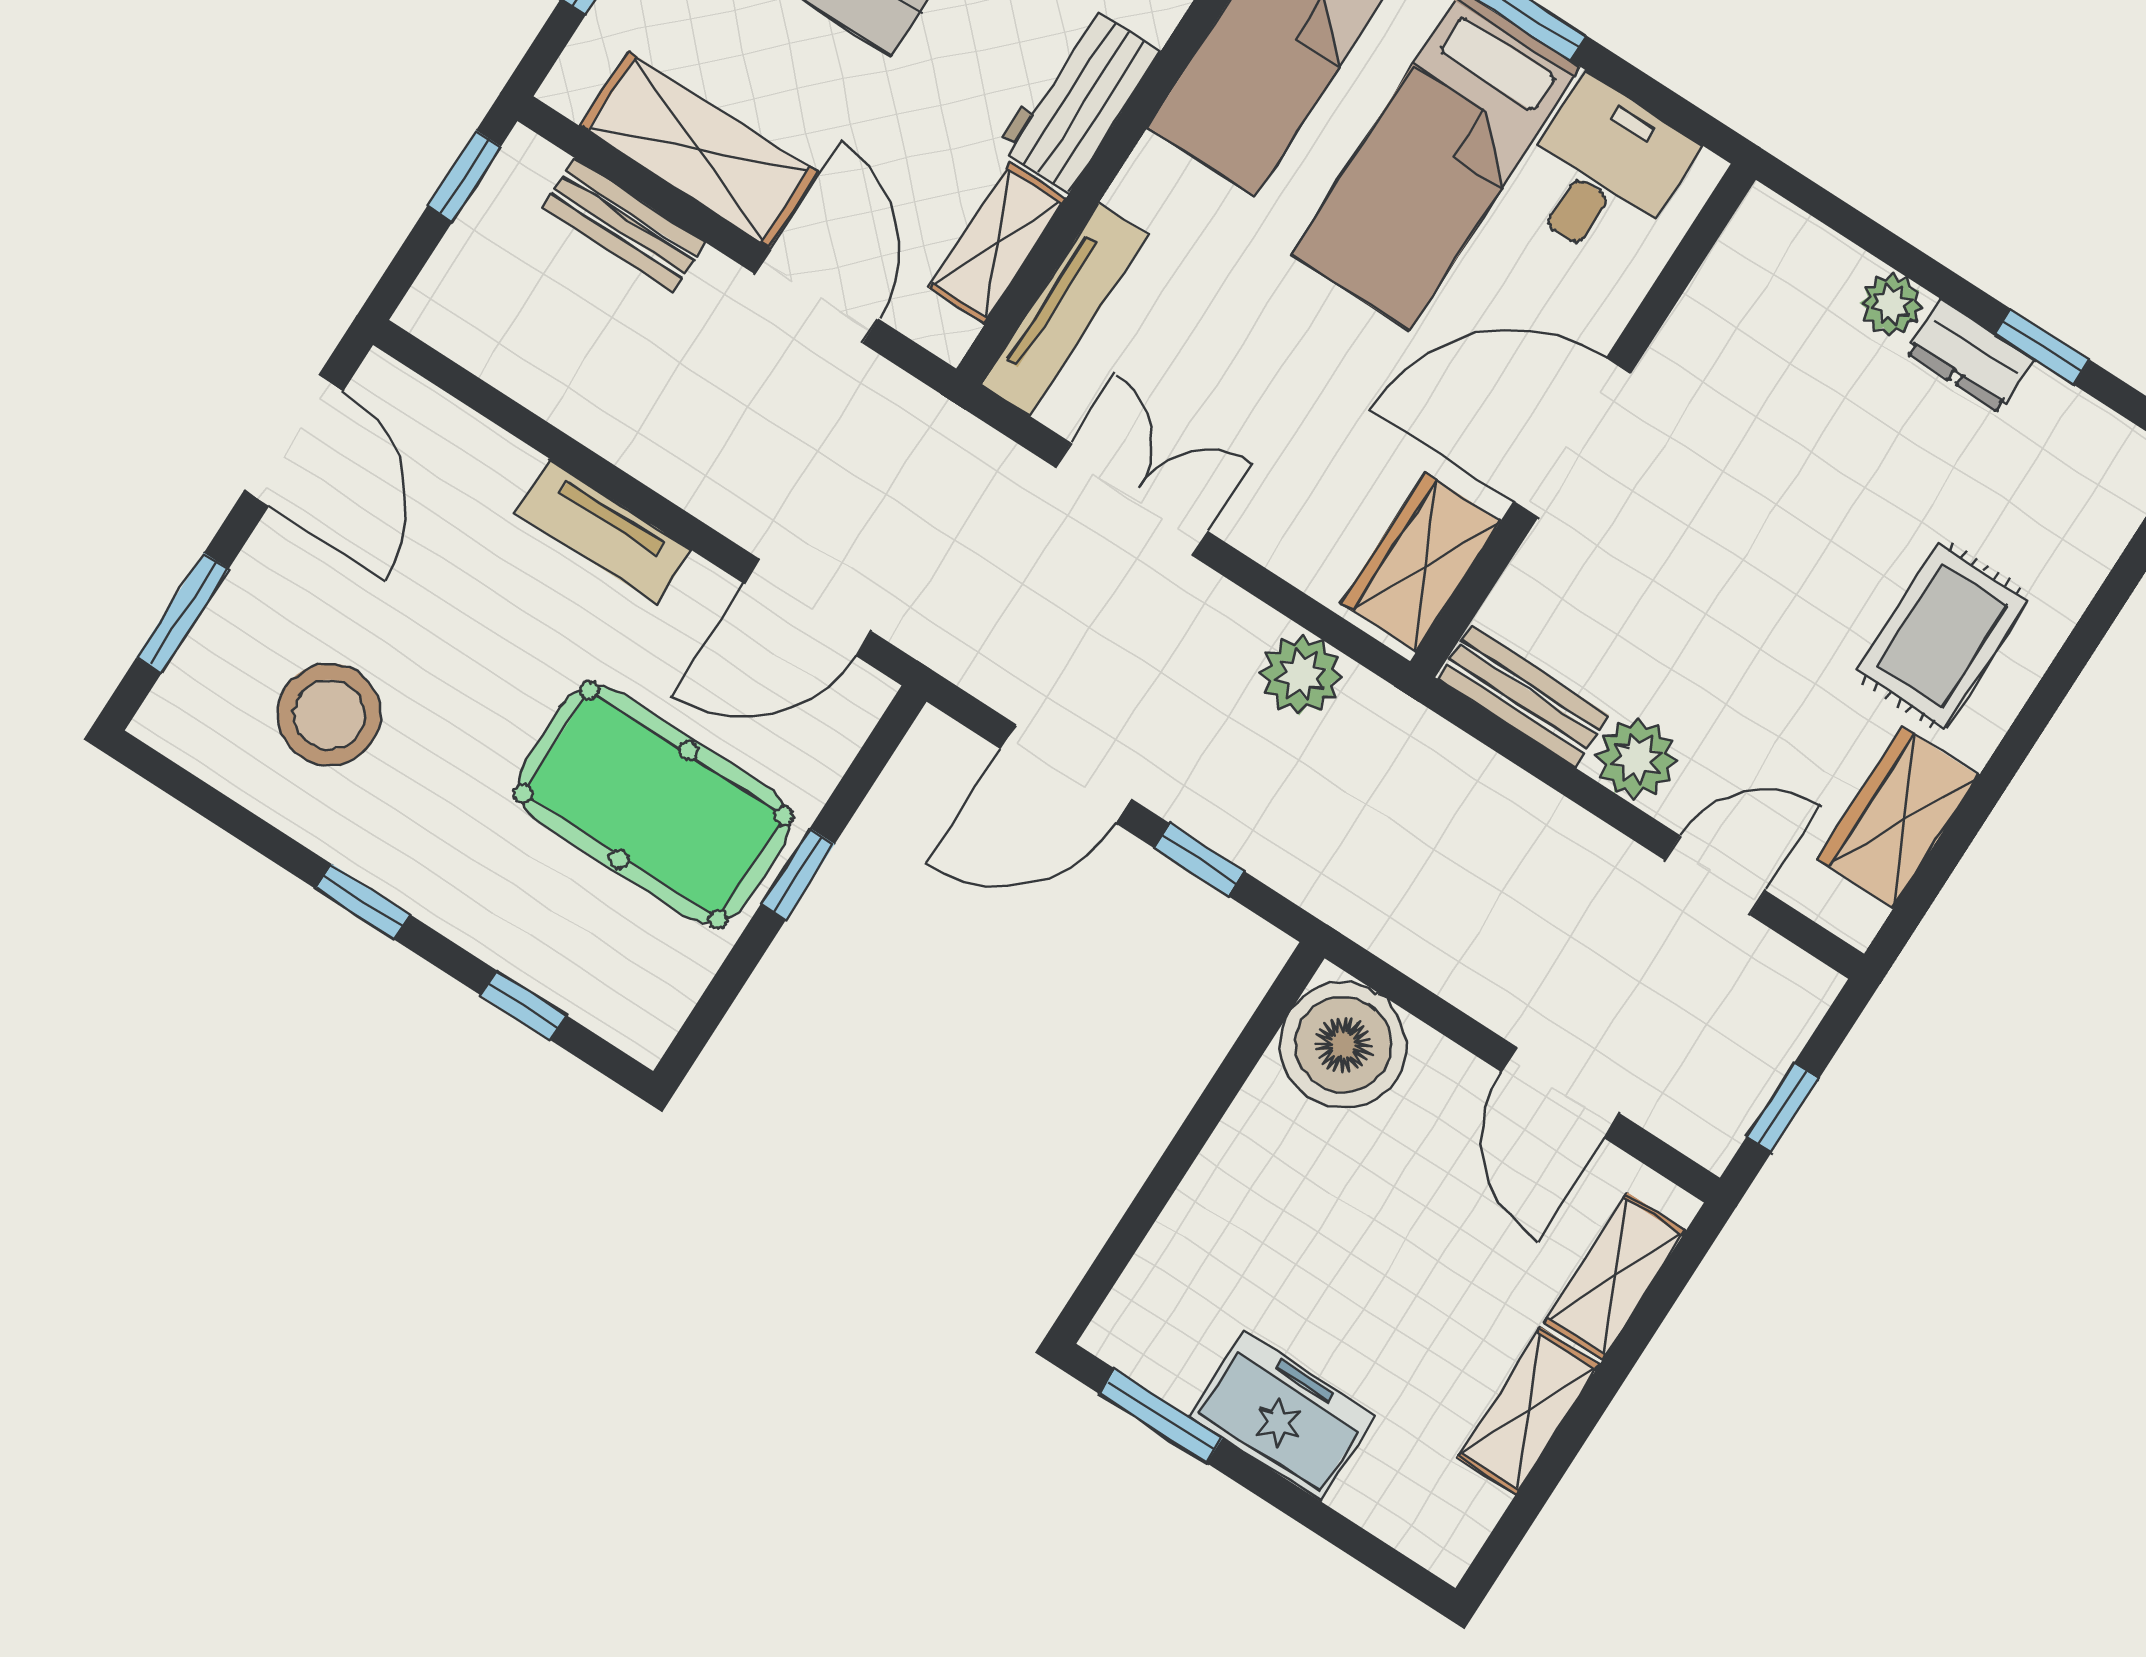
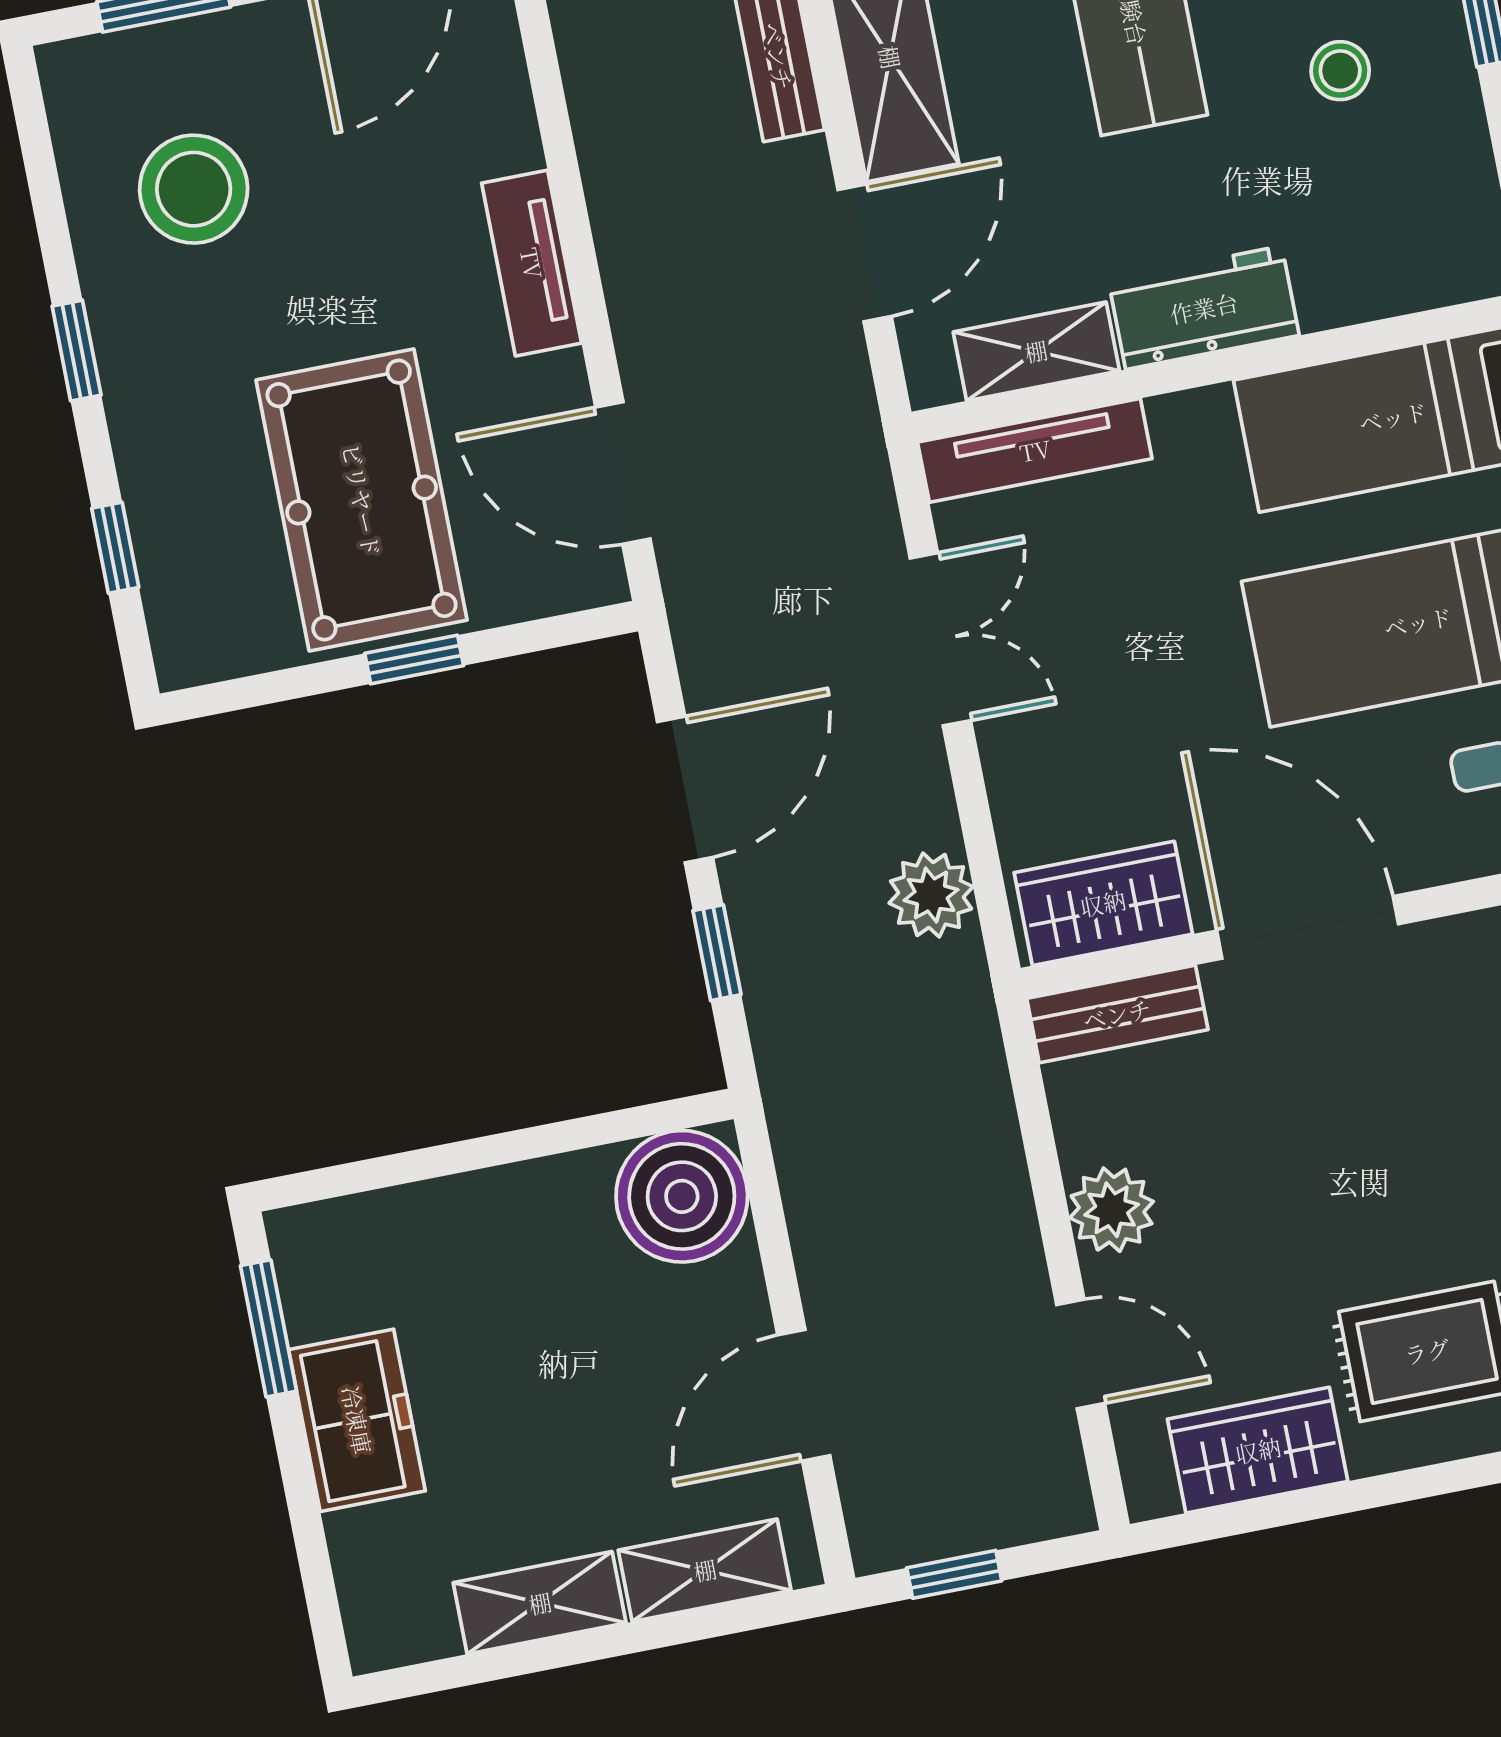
bench: (1523, 697) -> (1117, 1014), moved, turned 90
door: (1066, 774) -> (685, 789), swing flipped

